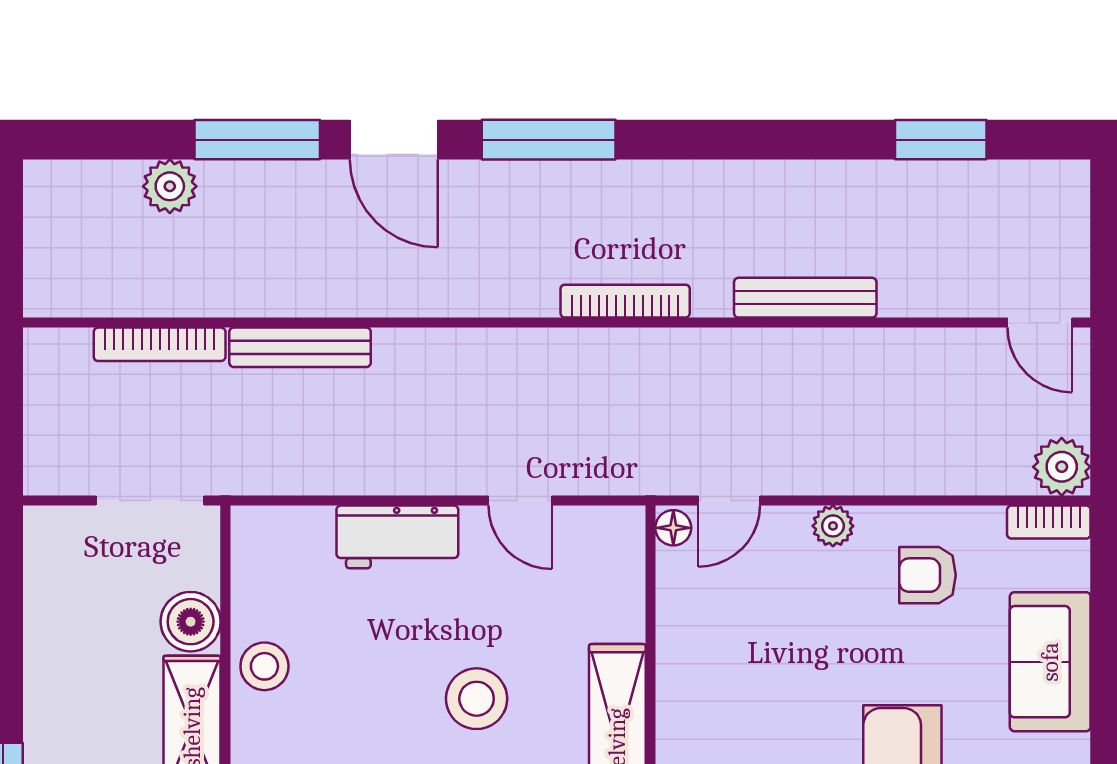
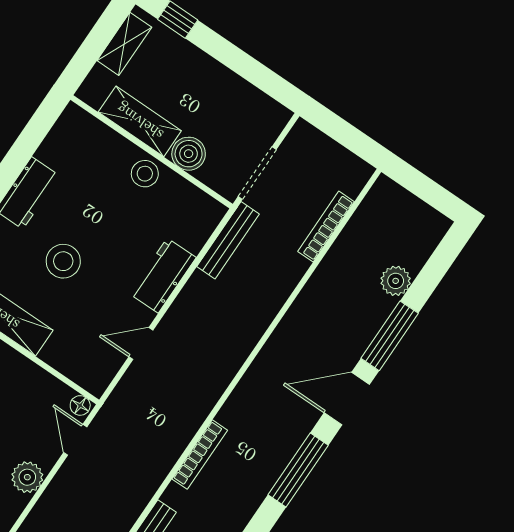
bench: (300, 347) -> (228, 240), moved
plant: (833, 526) -> (27, 477), width x1.38, depth x1.38

